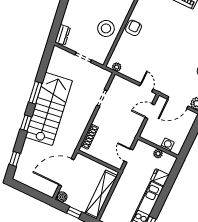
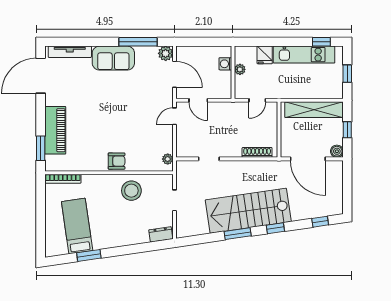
armchair: (134, 28) -> (117, 161), turned 180

